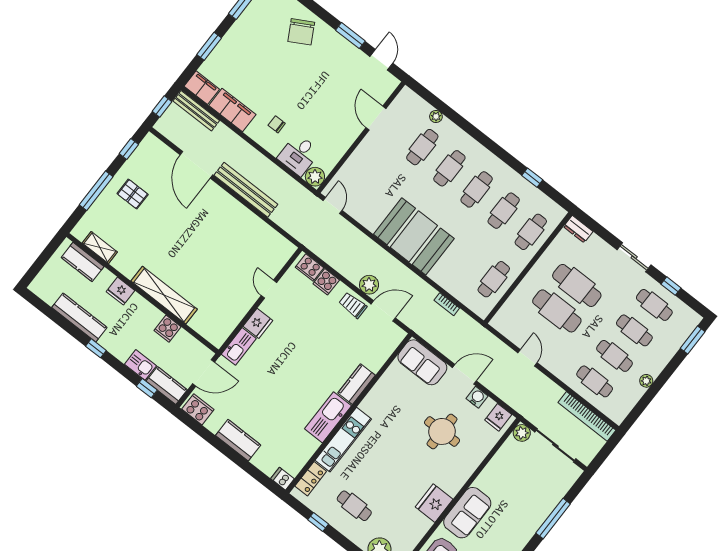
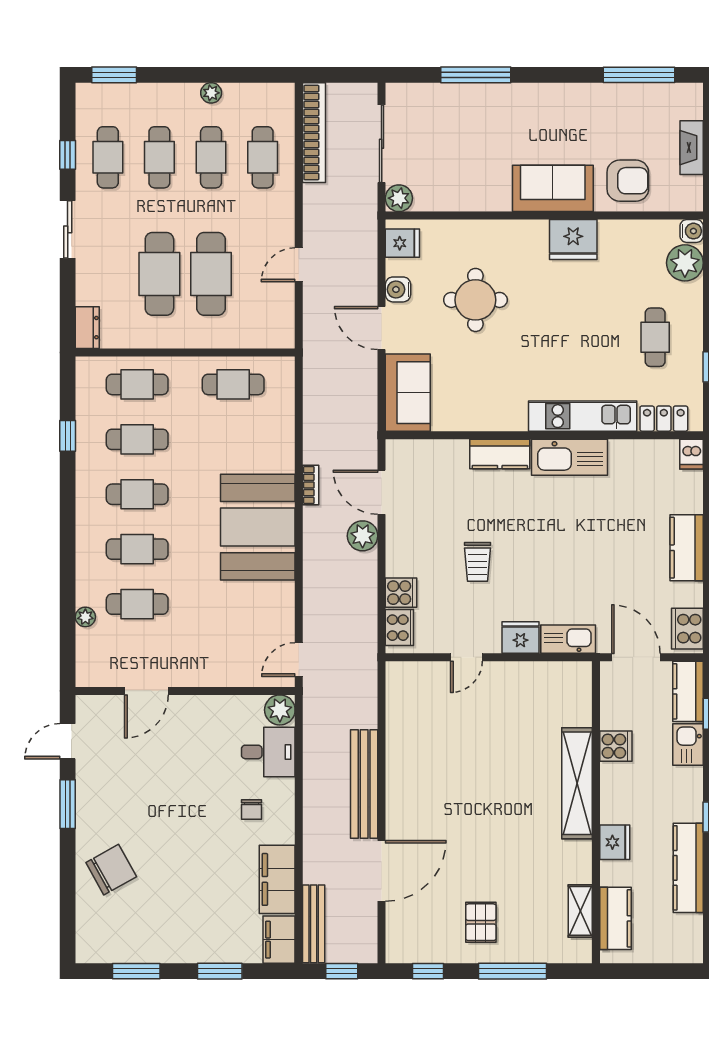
bookcase: (447, 304) -> (311, 485), moved
trolley: (353, 305) -> (477, 562), moved

